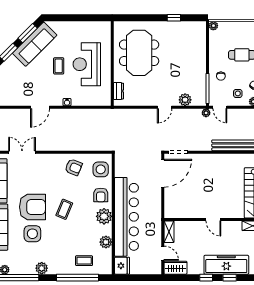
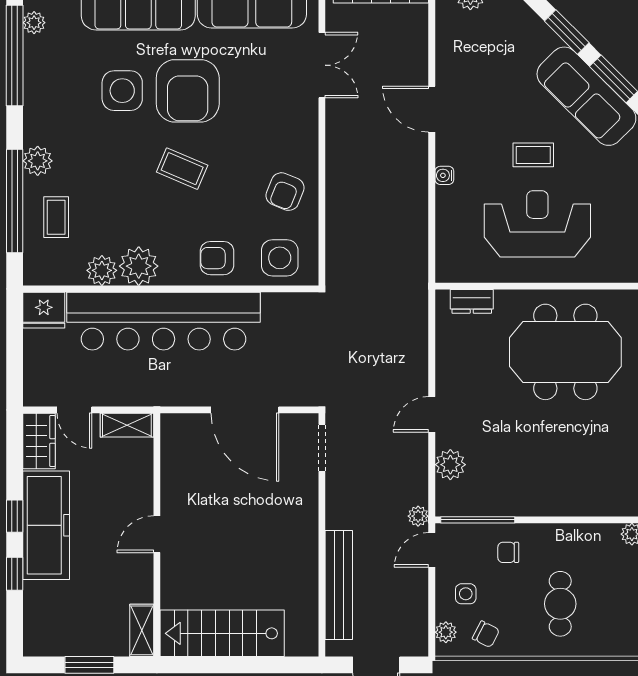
door: (165, 107) -> (432, 414), hinge flipped
door: (163, 173) -> (245, 410), moved
plant: (104, 216) -> (139, 266), moved
door: (163, 253) -> (74, 410), hinge flipped
freezer: (226, 265) -> (46, 525), moved
plant: (42, 268) -> (38, 161), moved

